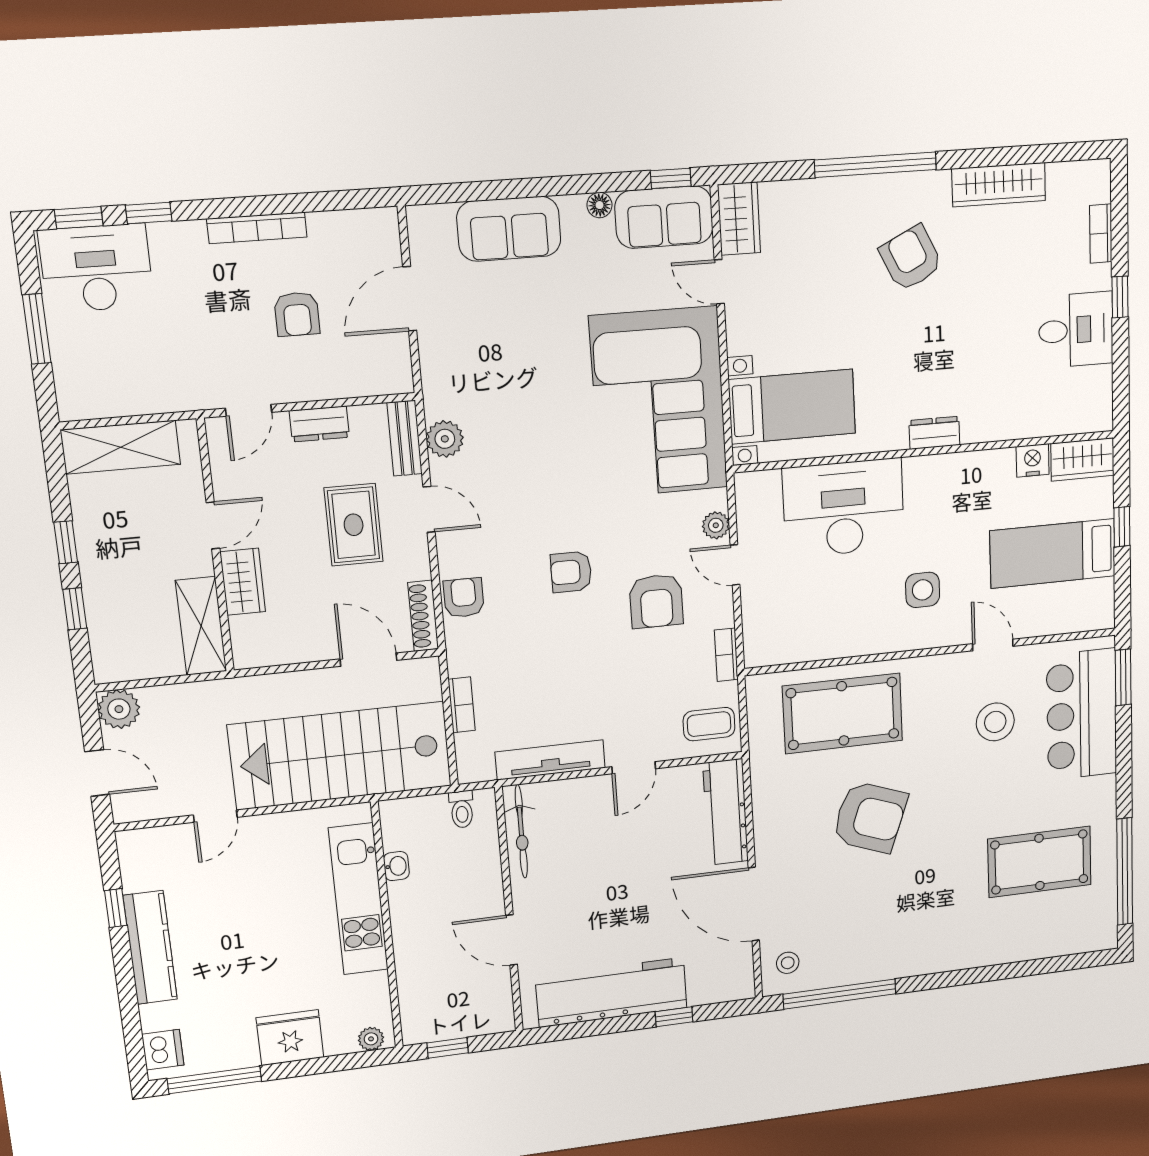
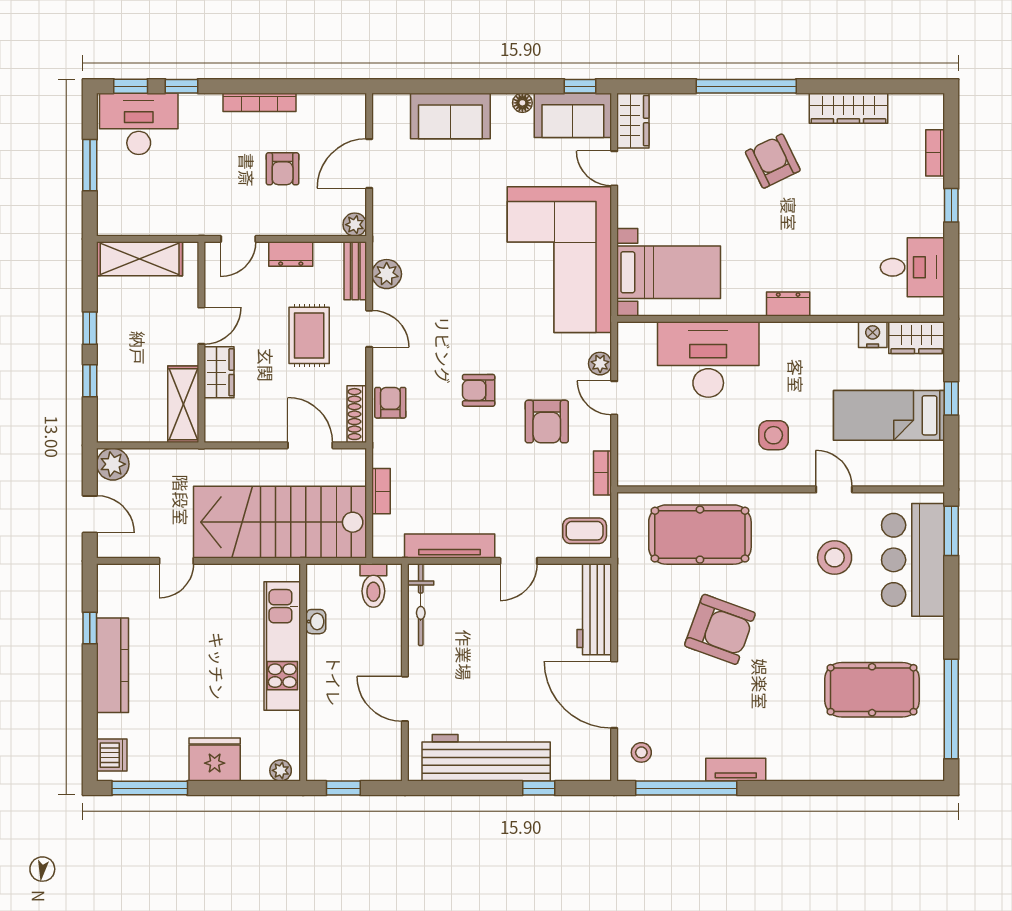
desk: (1076, 330) -> (912, 267), moved
plant: (398, 379) -> (355, 225), added
toilet: (462, 809) -> (373, 586), width x1.37, depth x1.39
tv unit: (893, 967) -> (736, 770), added

